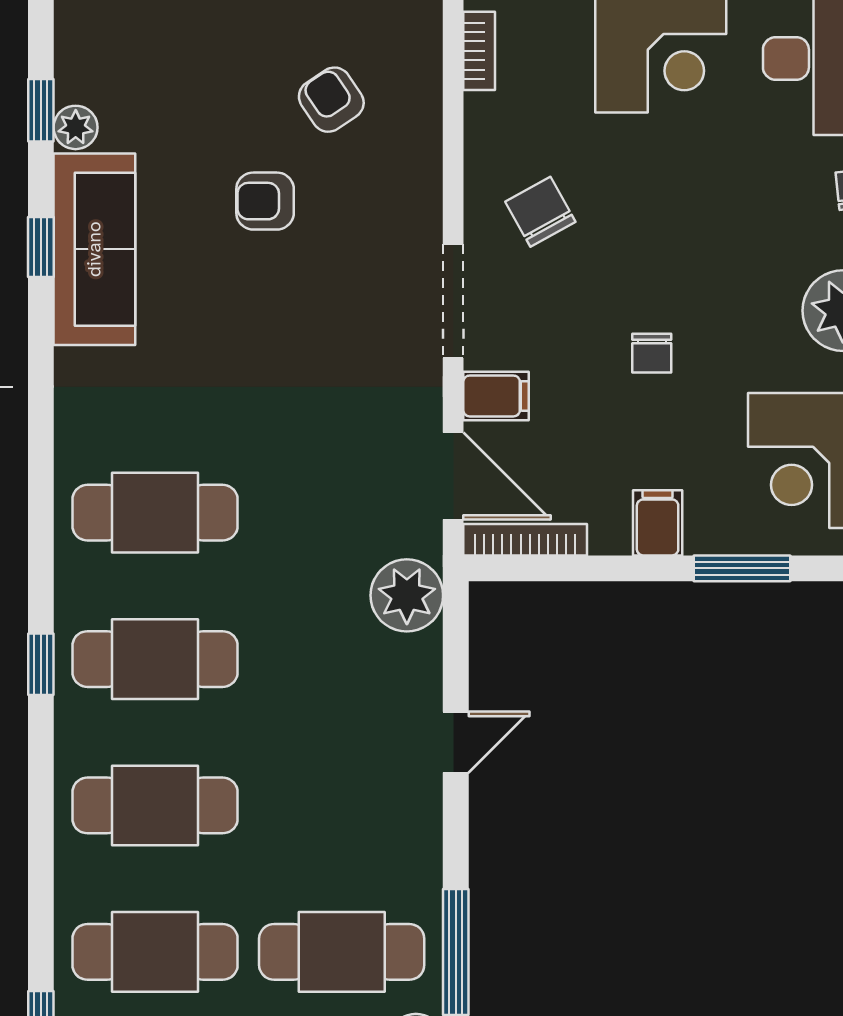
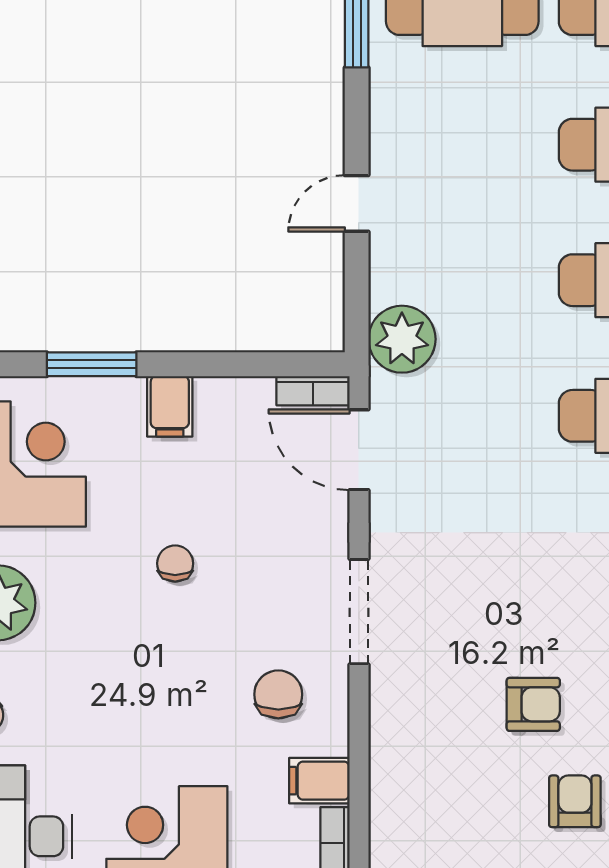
armchair: (331, 100) -> (575, 801), moved, turned -146
chair: (540, 212) -> (278, 694), turned -151
filing cabinet: (496, 396) -> (319, 781), moved
bookcase: (525, 540) -> (313, 391), width x0.64

